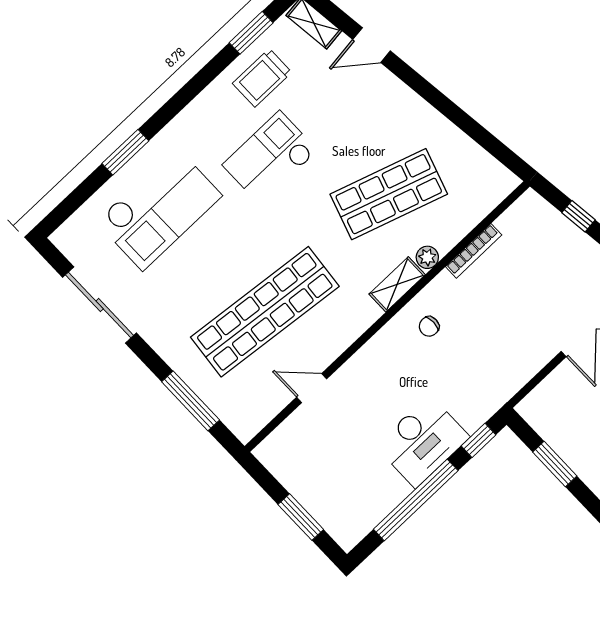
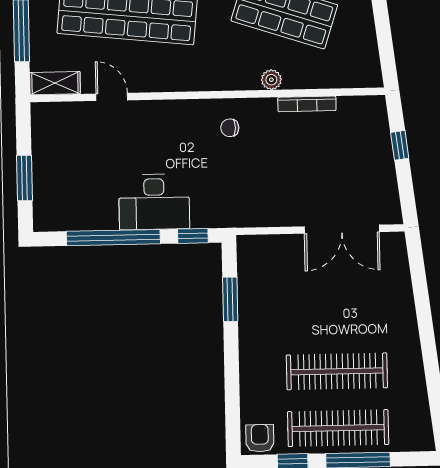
shelving: (397, 284) -> (55, 83), moved

